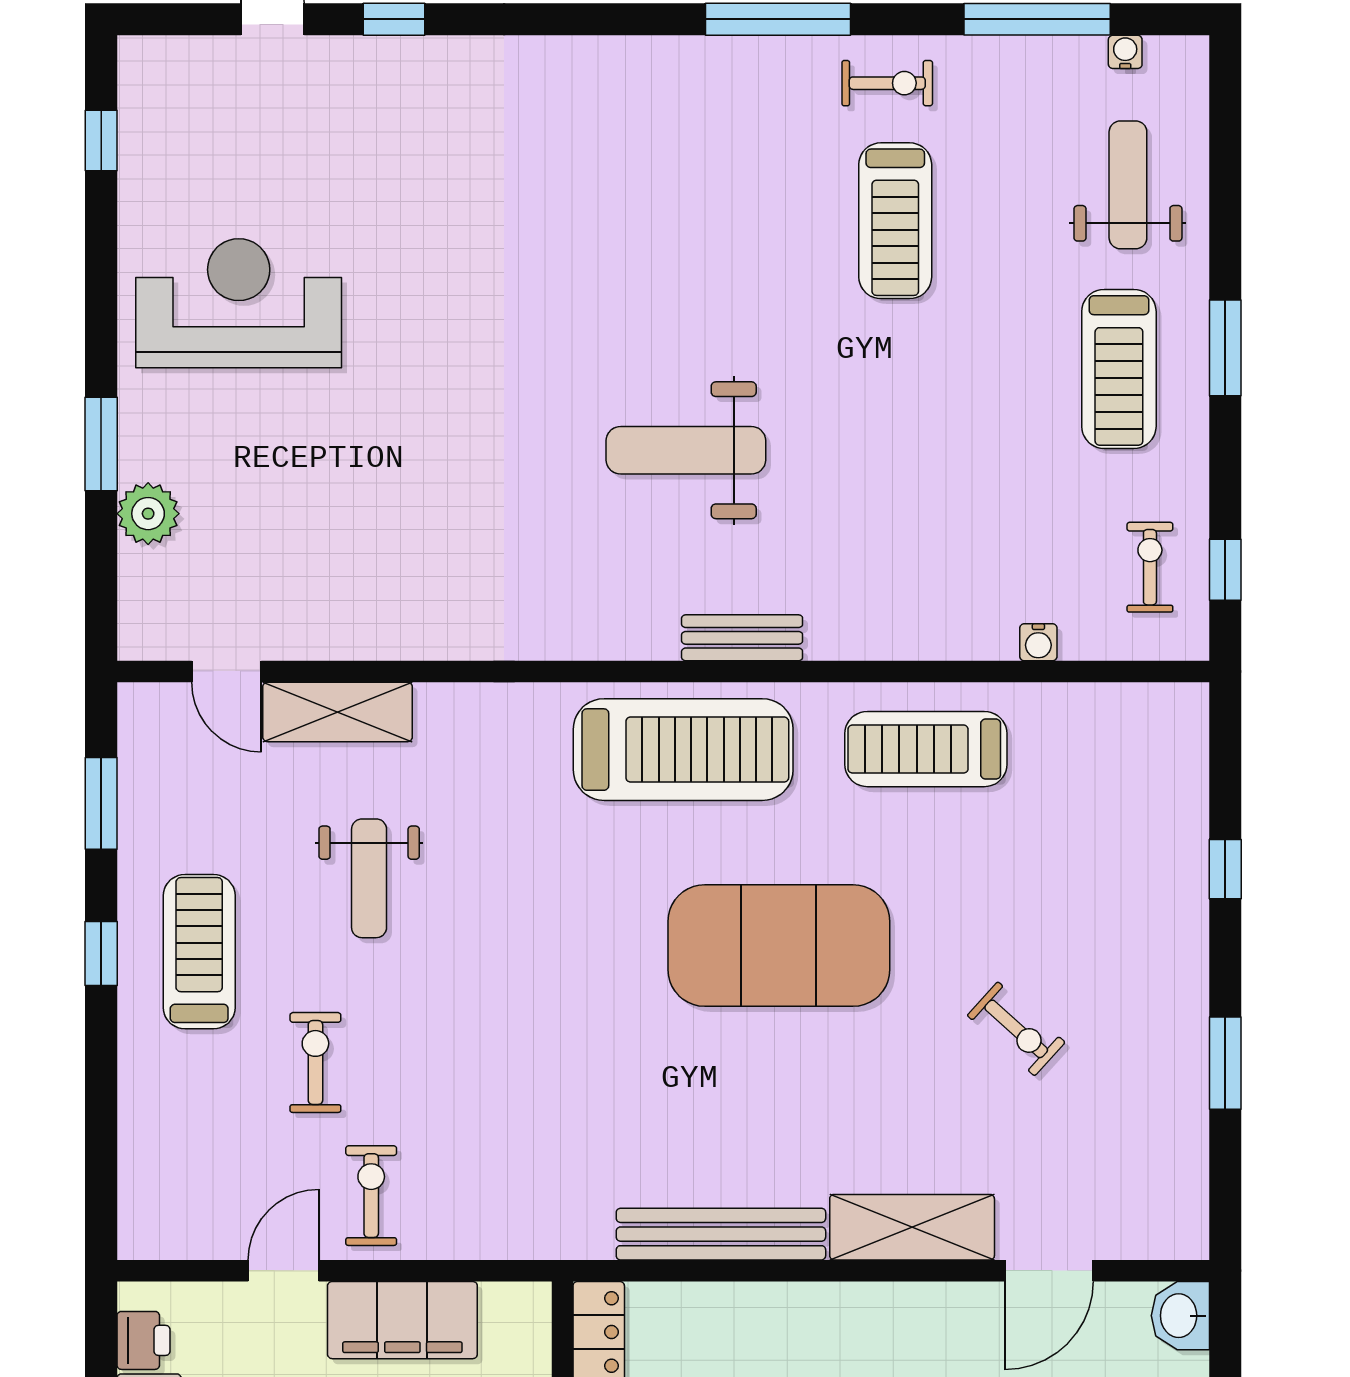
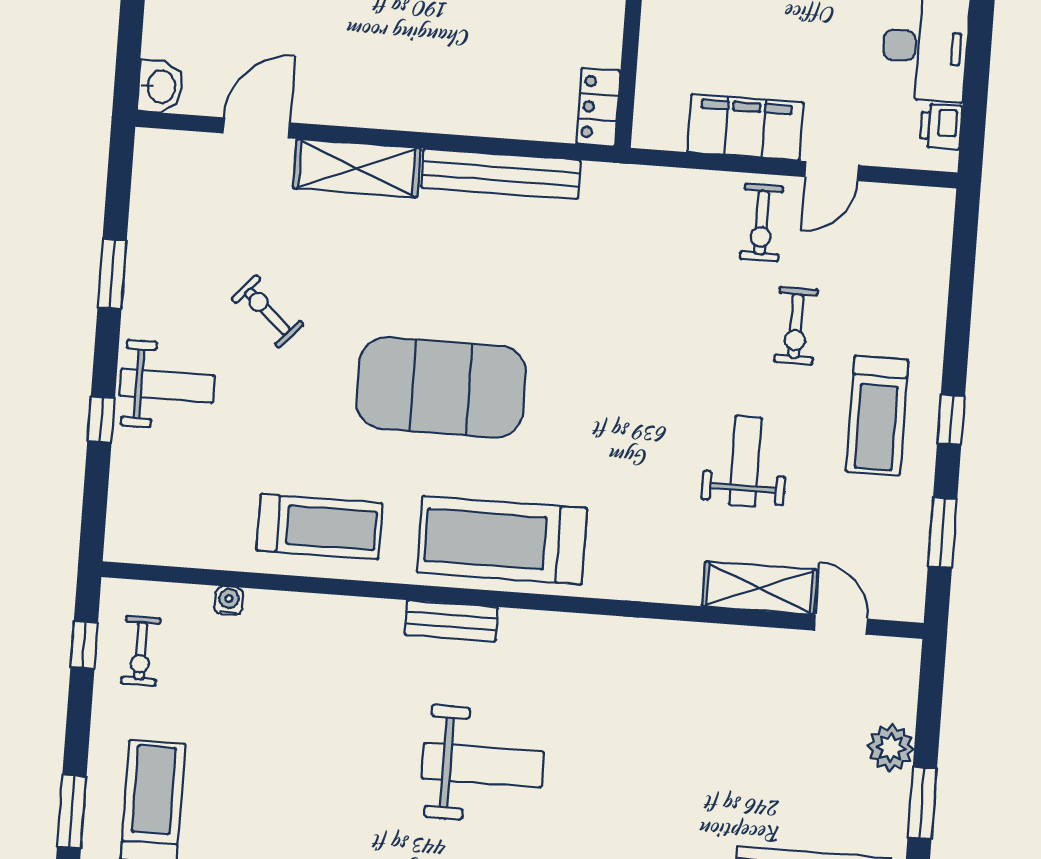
weight bench: (1141, 921) -> (167, 386), added

